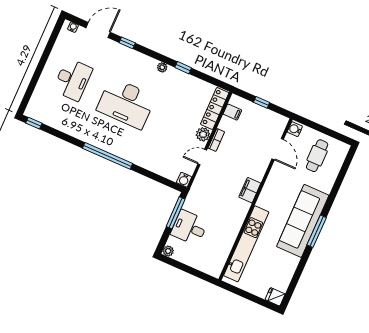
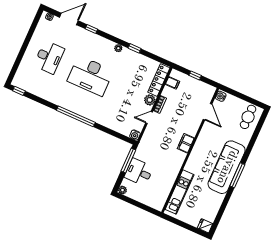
cafe table: (317, 156) -> (248, 117), moved
kitchen unit: (246, 244) -> (180, 192), width x0.73

